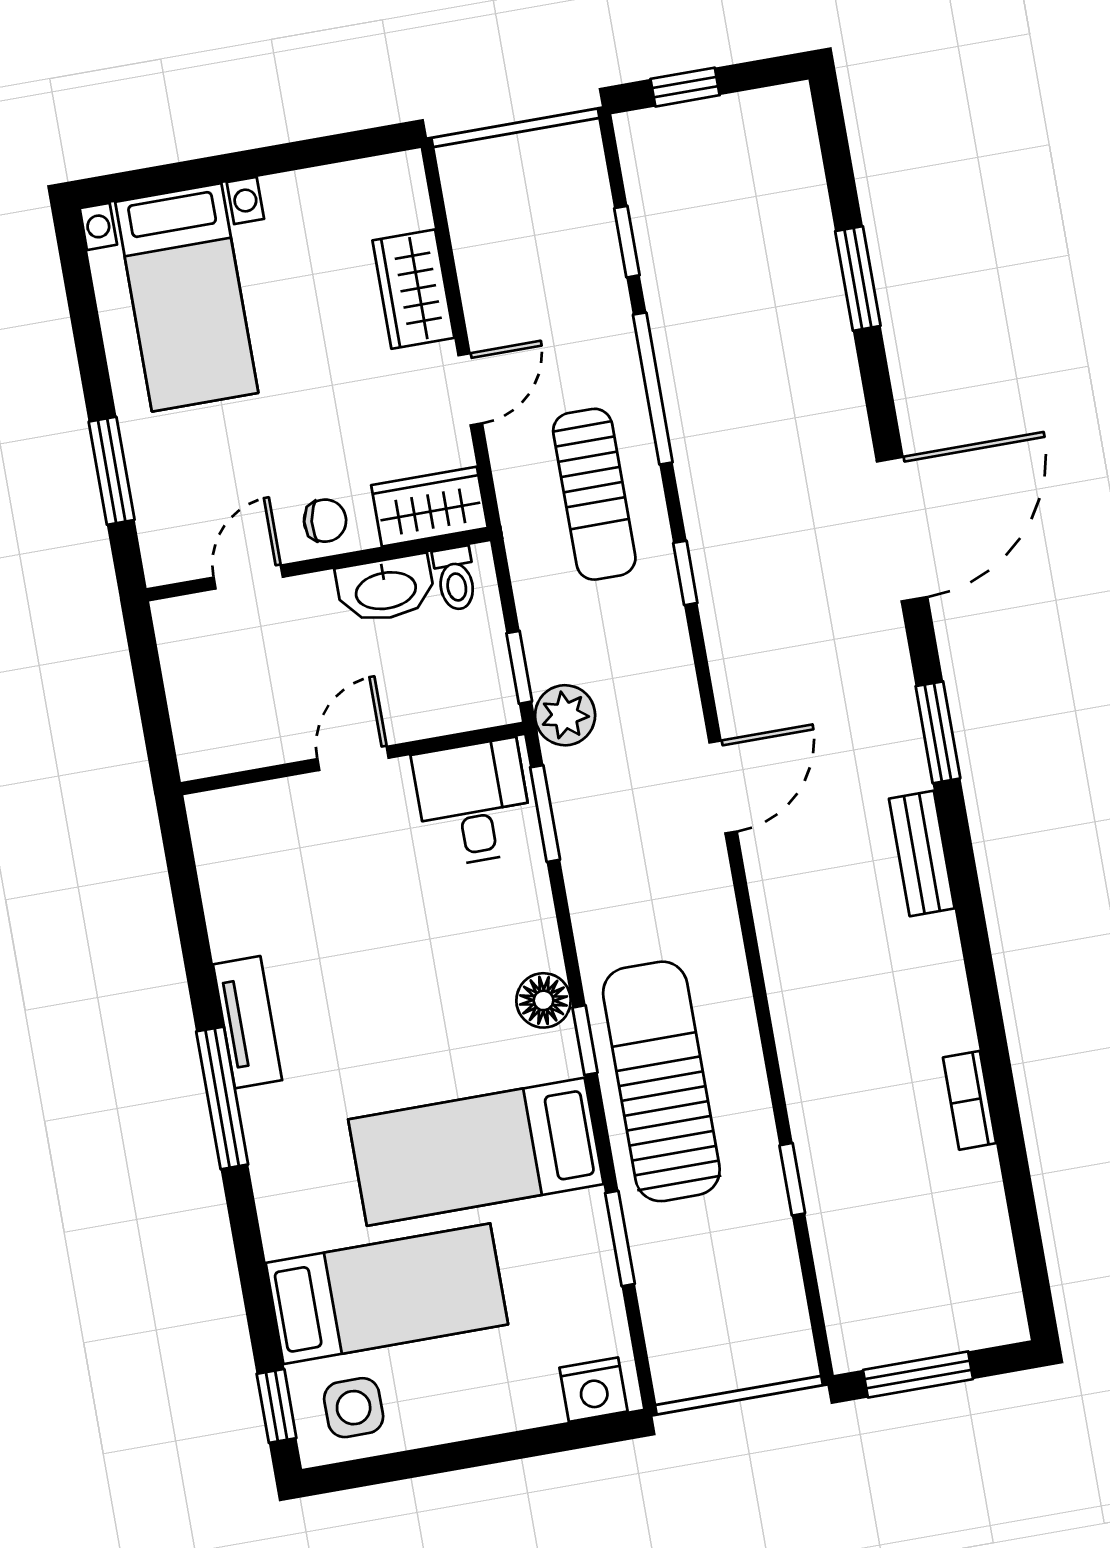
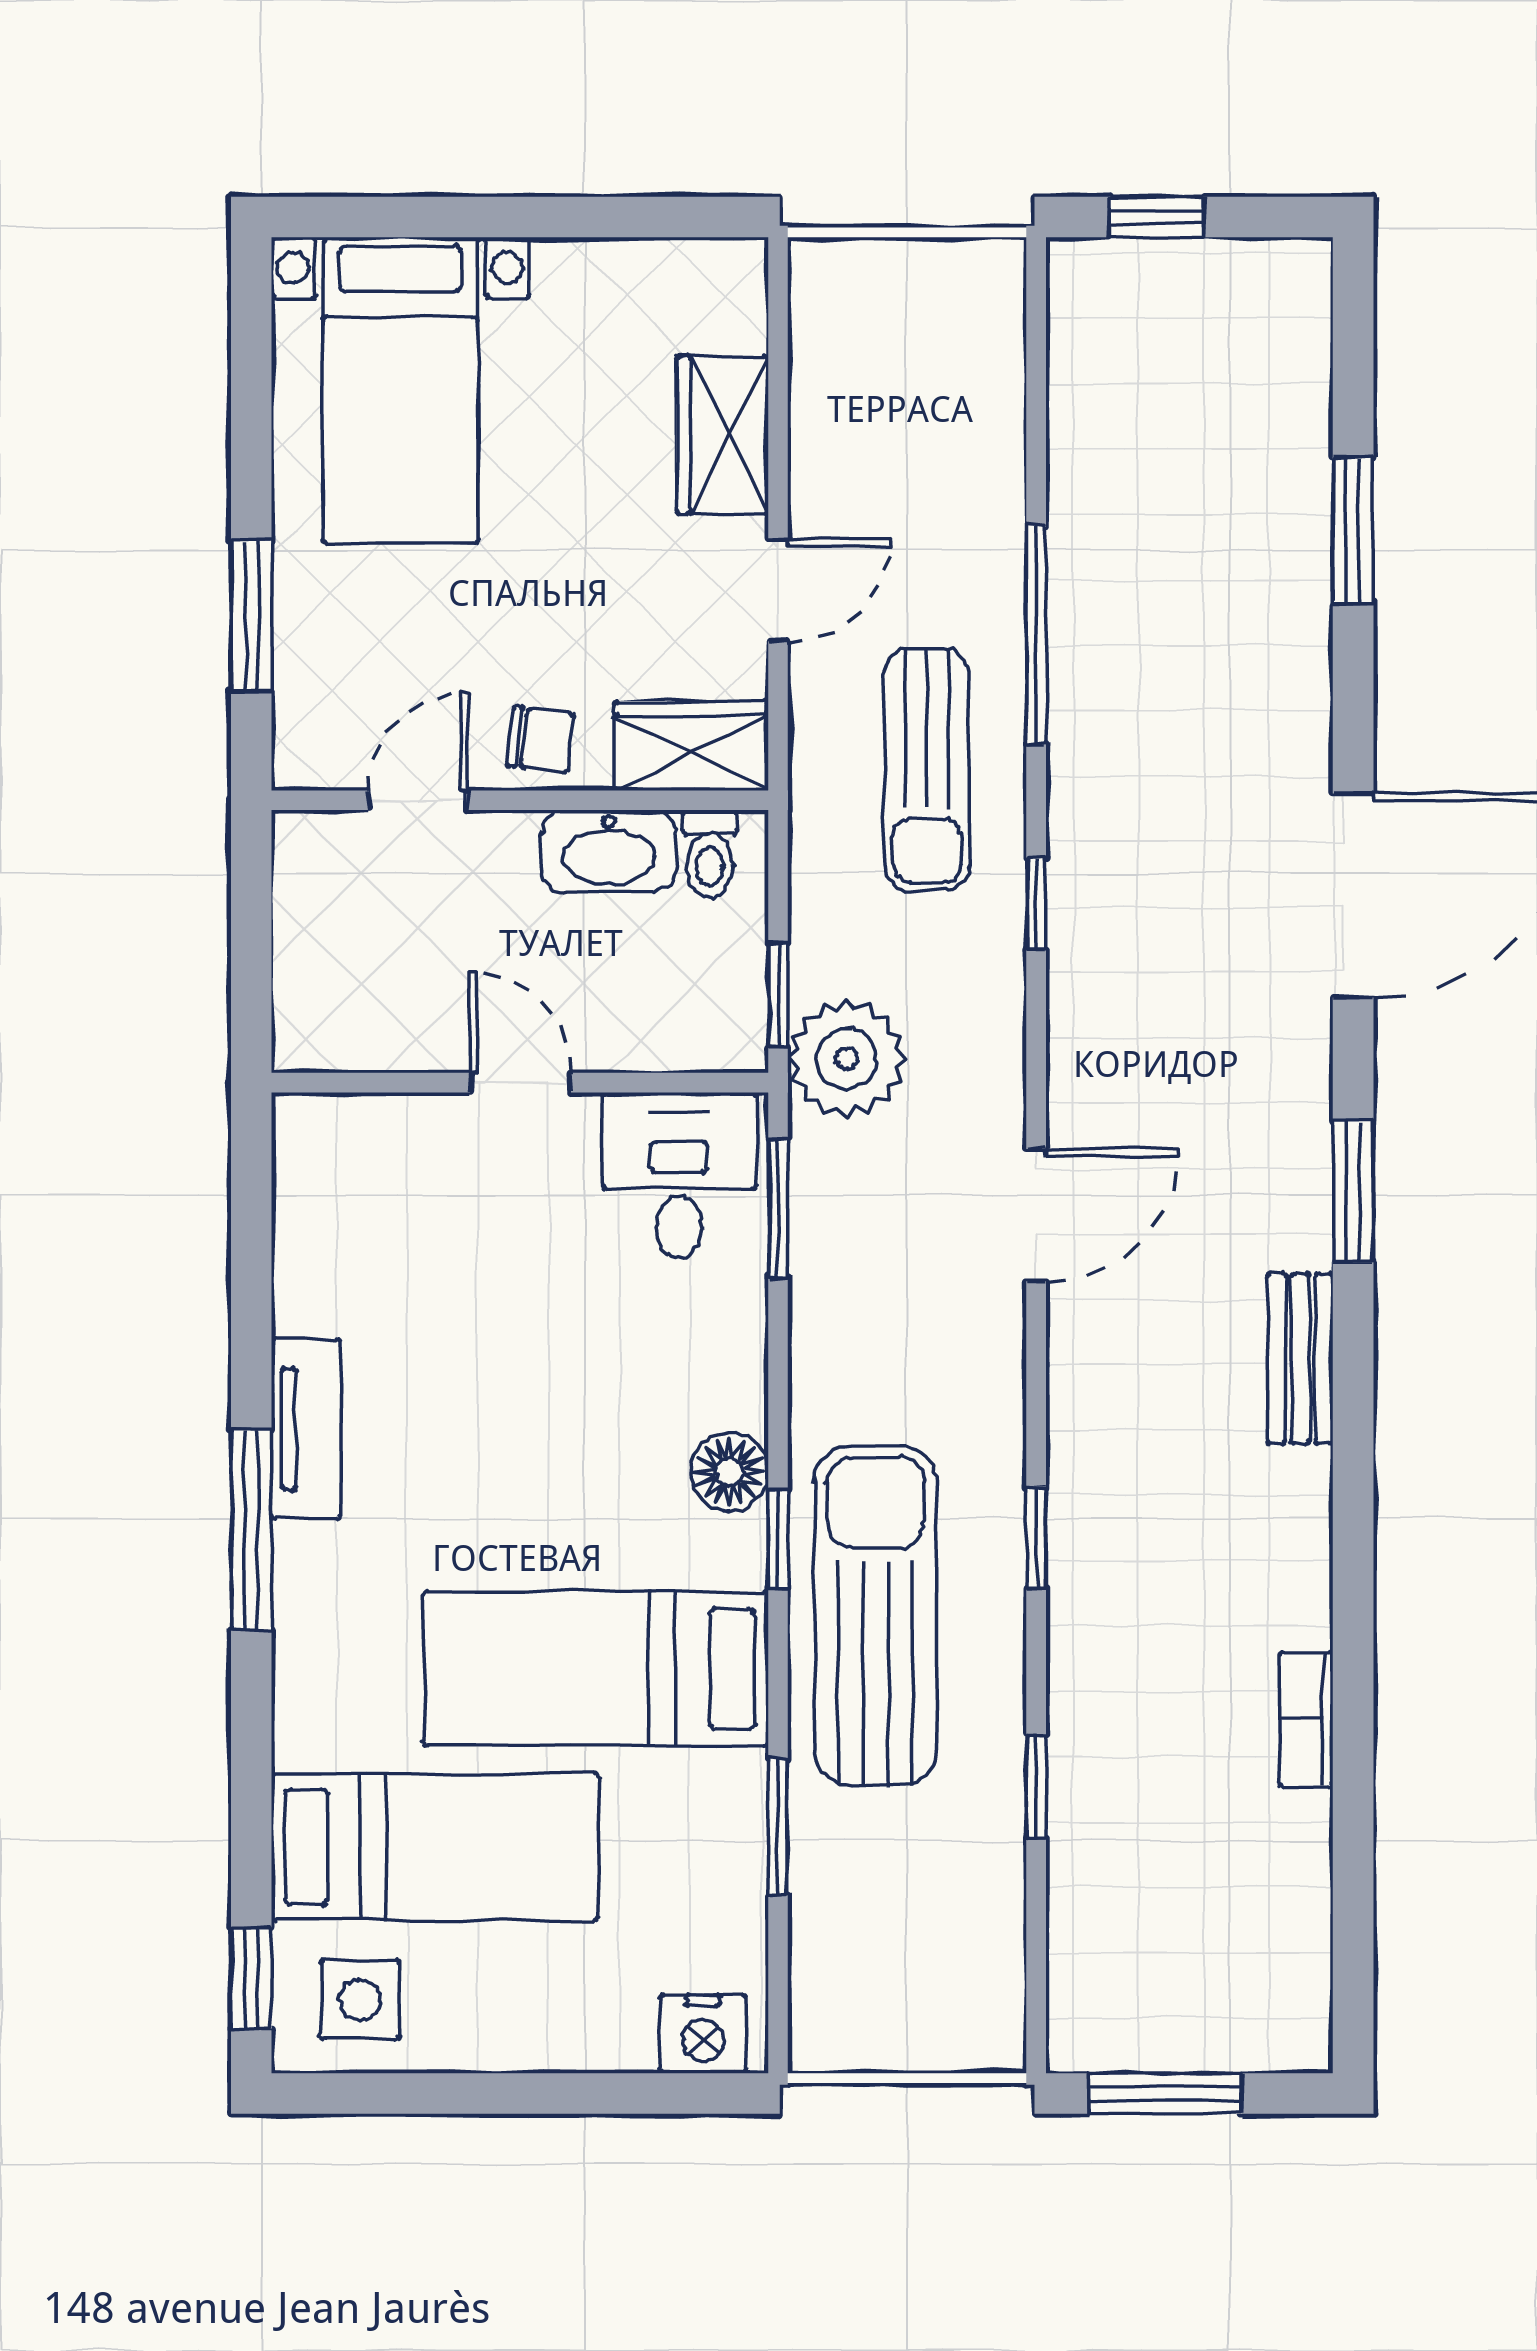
window: (627, 242) -> (1036, 1538), moved
plant: (565, 715) -> (846, 1059), width x1.36, depth x1.36
door: (353, 758) -> (520, 1083), hinge flipped

